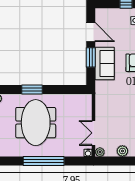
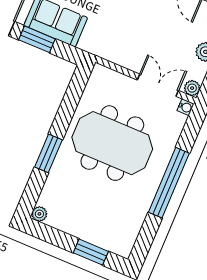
meeting table: (36, 123) -> (112, 143), moved
double door: (94, 133) -> (158, 85), swing flipped

